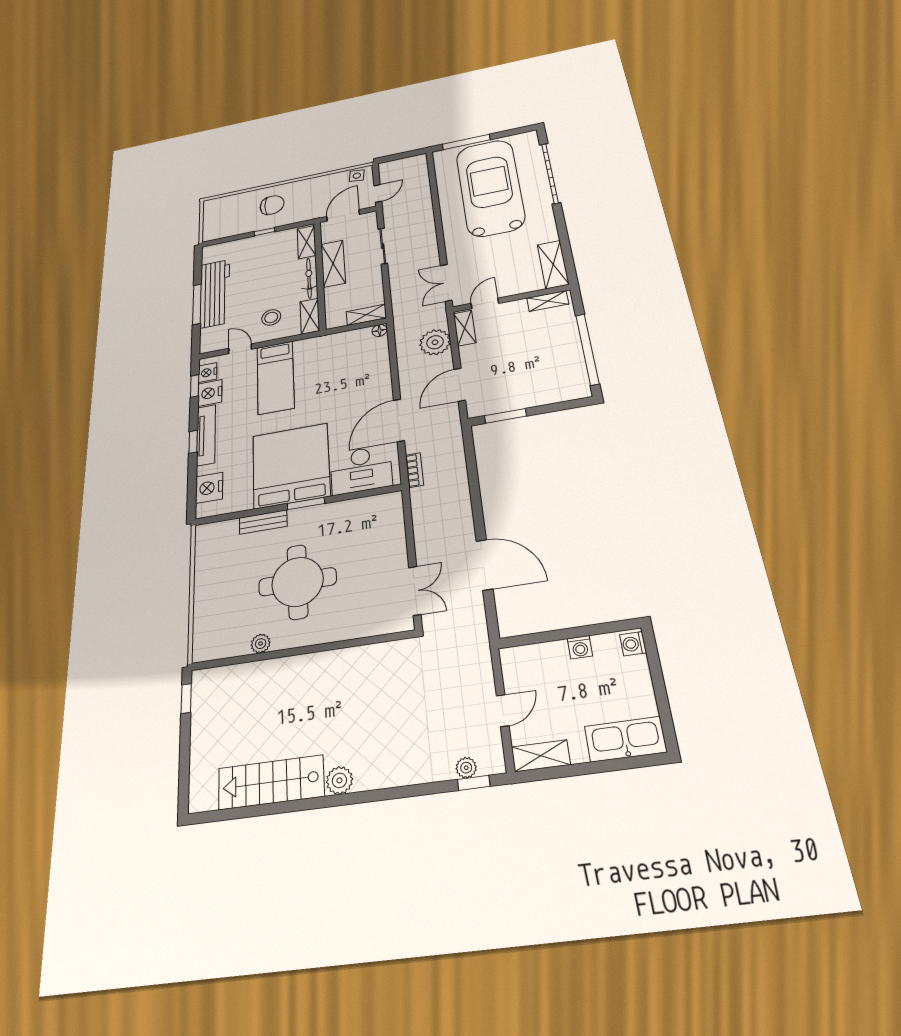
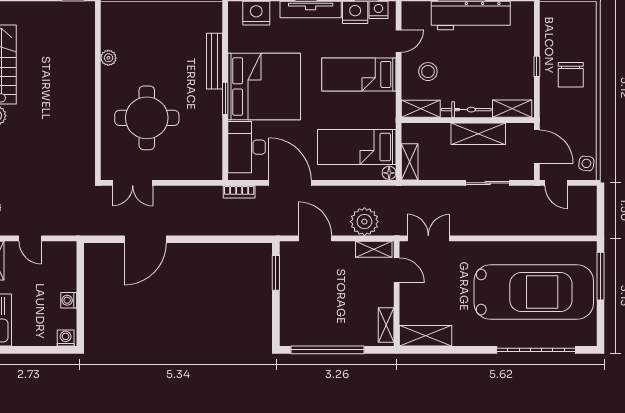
bed: (354, 365) -> (357, 147), added
bench: (263, 522) -> (215, 61), width x1.36
round table: (297, 582) -> (147, 118), moved

